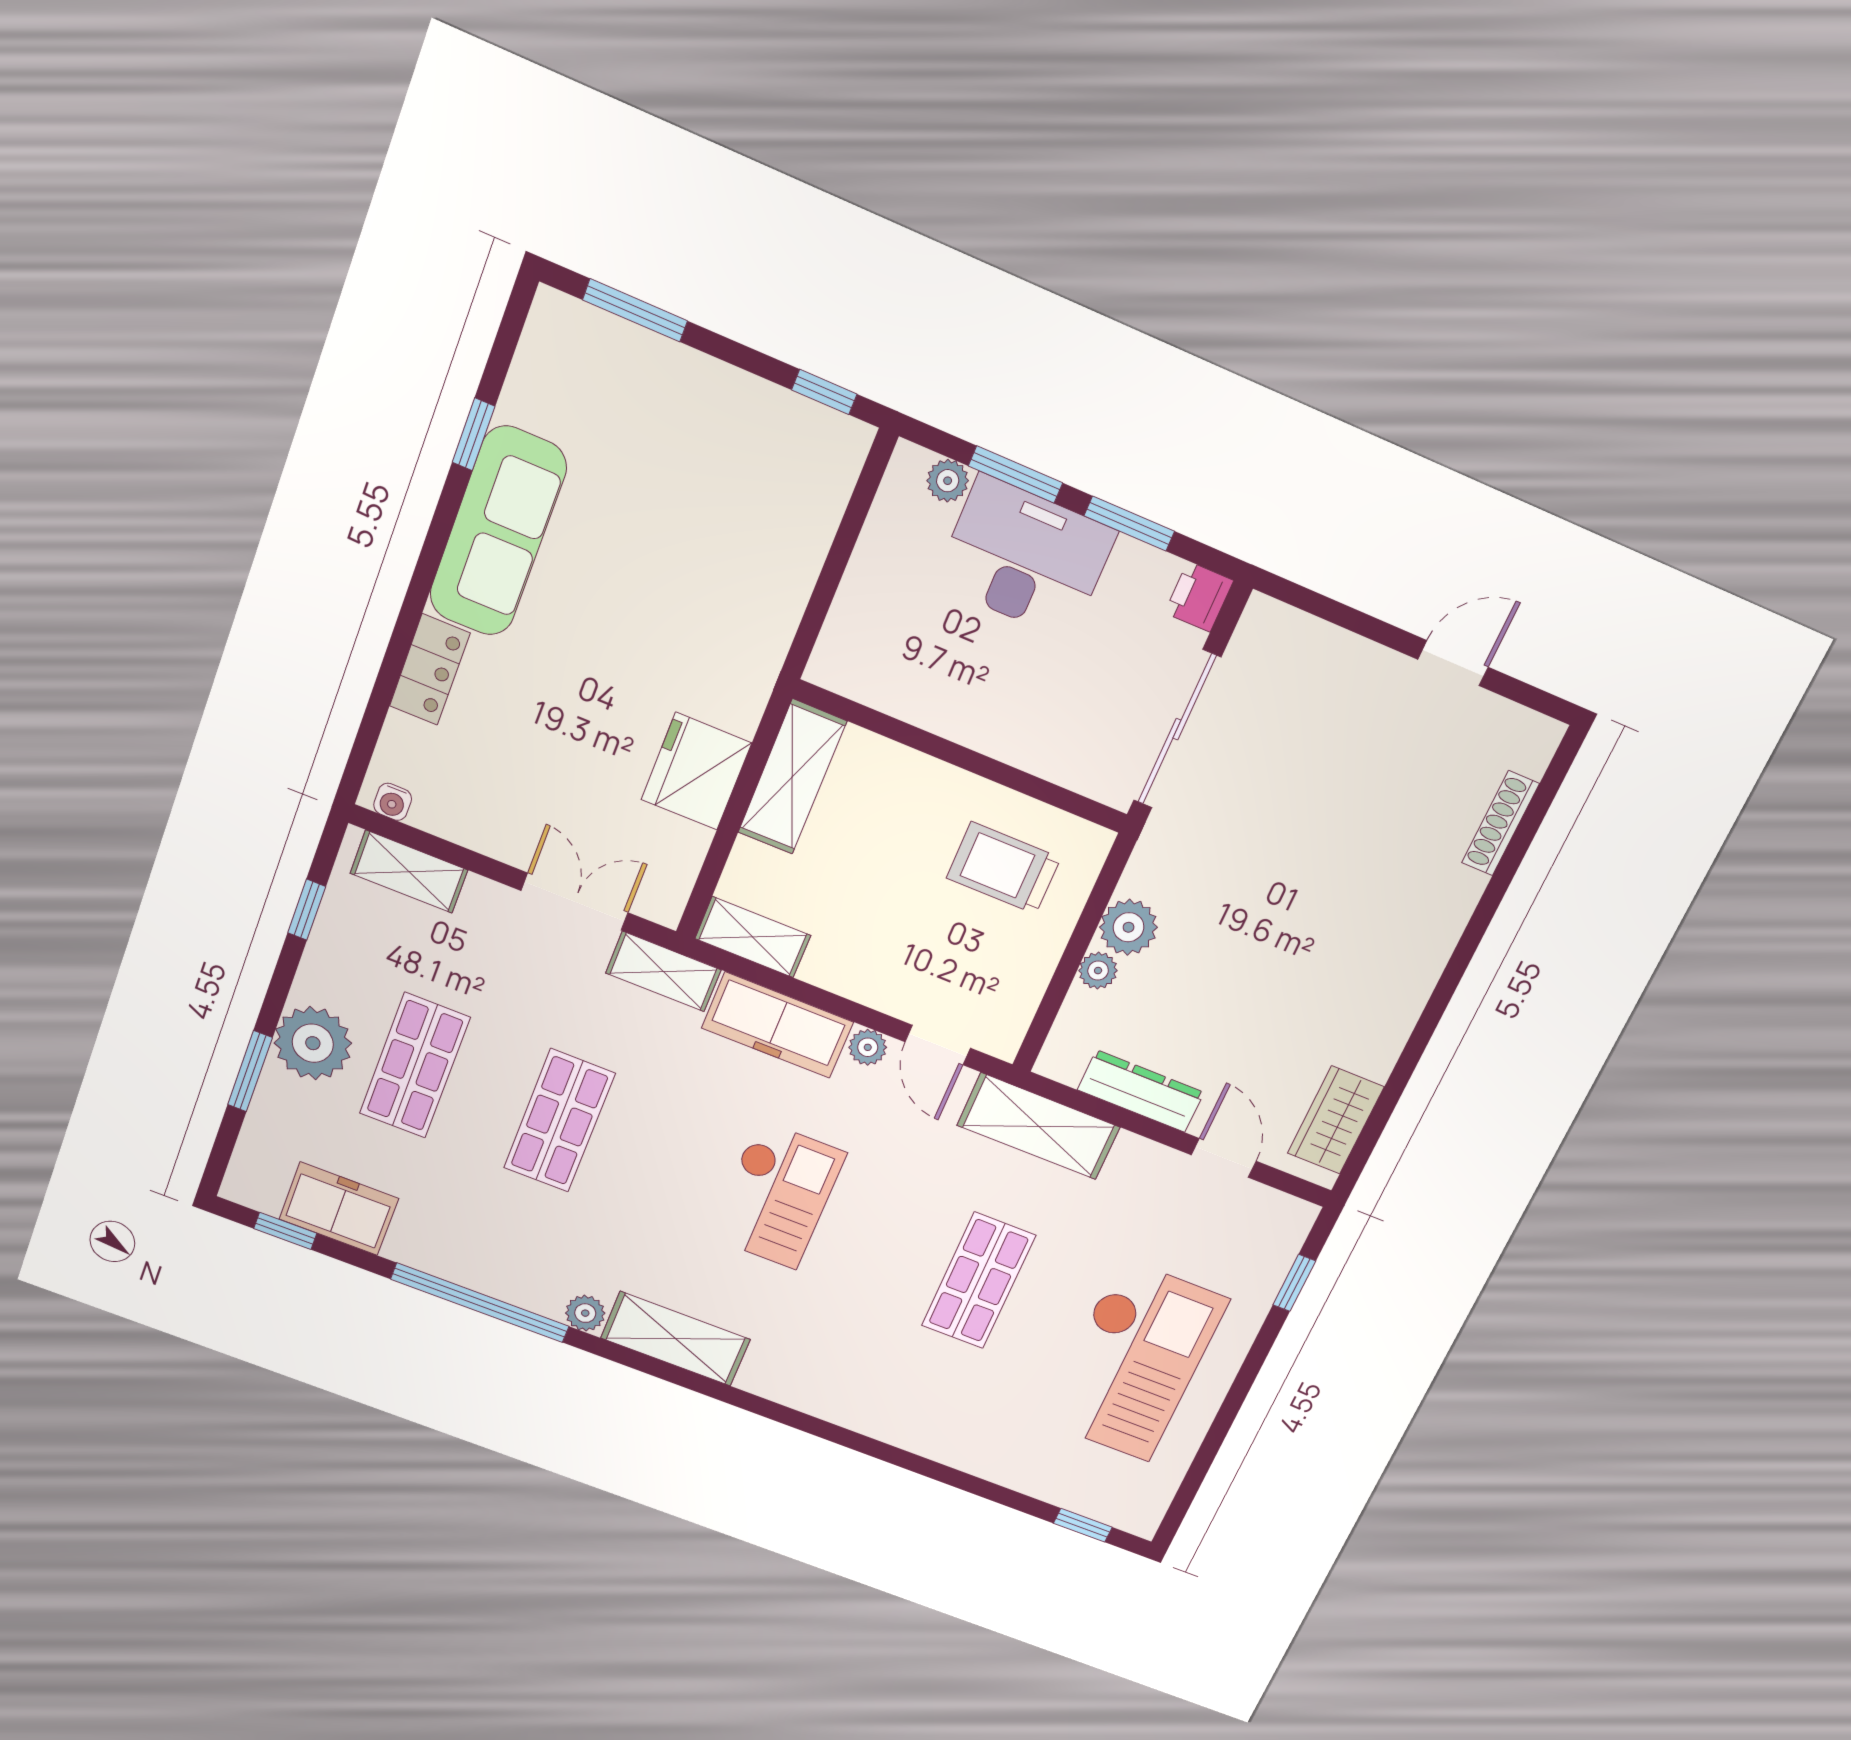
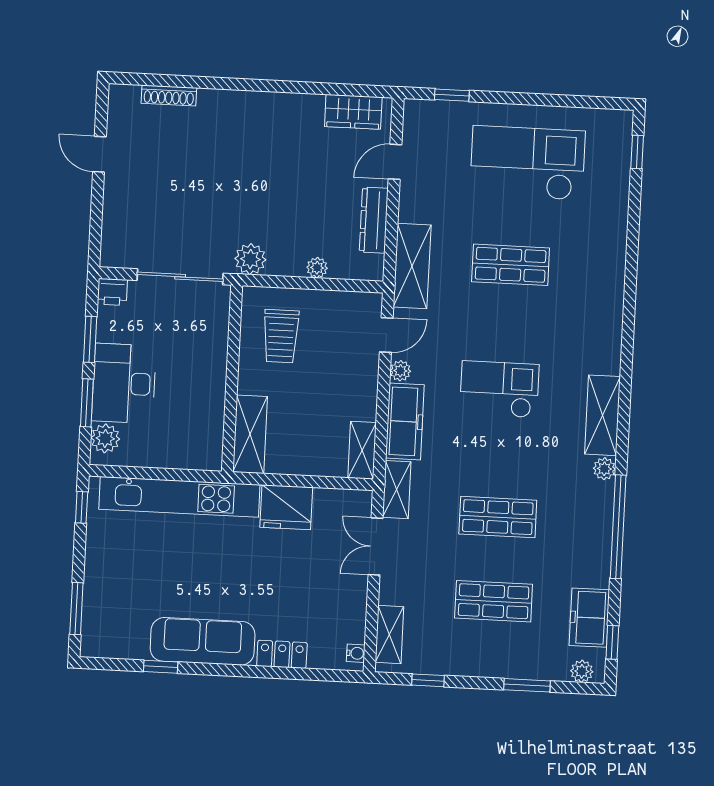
plant: (948, 481) -> (105, 438), width x1.38, depth x1.38
kitchen unit: (781, 585) -> (179, 497), added
shelving: (792, 777) -> (250, 434), moved, turned 90
plant: (1129, 927) -> (250, 259), moved
plant: (313, 1043) -> (582, 671), moved, width x0.53, depth x0.53

